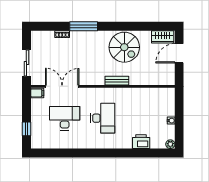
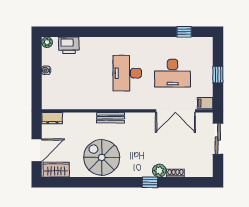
window: (84, 26) -> (150, 182), width x0.46
plant: (76, 36) -> (159, 171), added
dresser: (166, 80) -> (52, 118), added
window: (26, 129) -> (218, 75), moved
printer: (141, 142) -> (69, 45), moved
window: (55, 153) -> (184, 32), added

